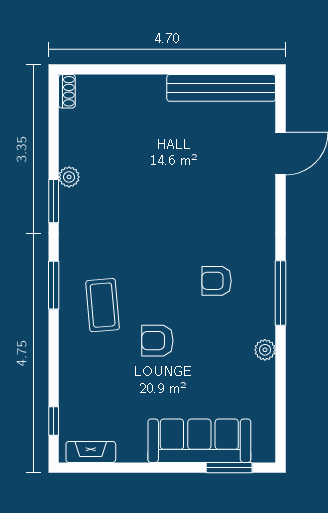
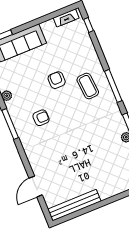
window: (54, 285) -> (113, 86), width x1.44
armchair: (157, 341) -> (57, 80), turned -91

